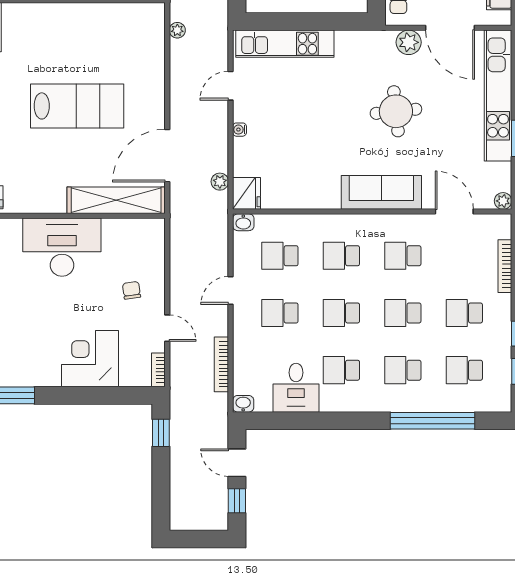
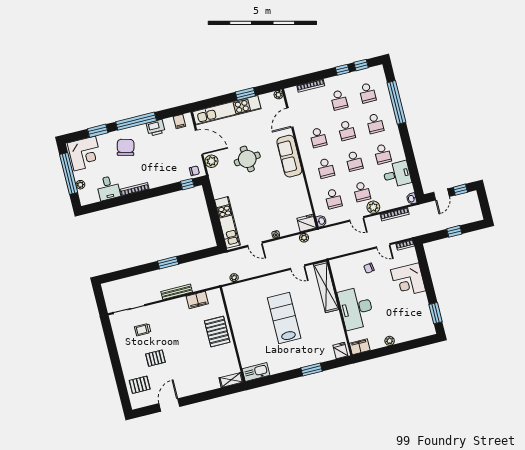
door: (450, 28) -> (199, 142), hinge flipped
door: (167, 156) -> (298, 267), width x0.53
plant: (245, 327) -> (373, 207), added
door: (167, 328) -> (383, 246), swing flipped
window: (161, 433) -> (454, 231), moved

